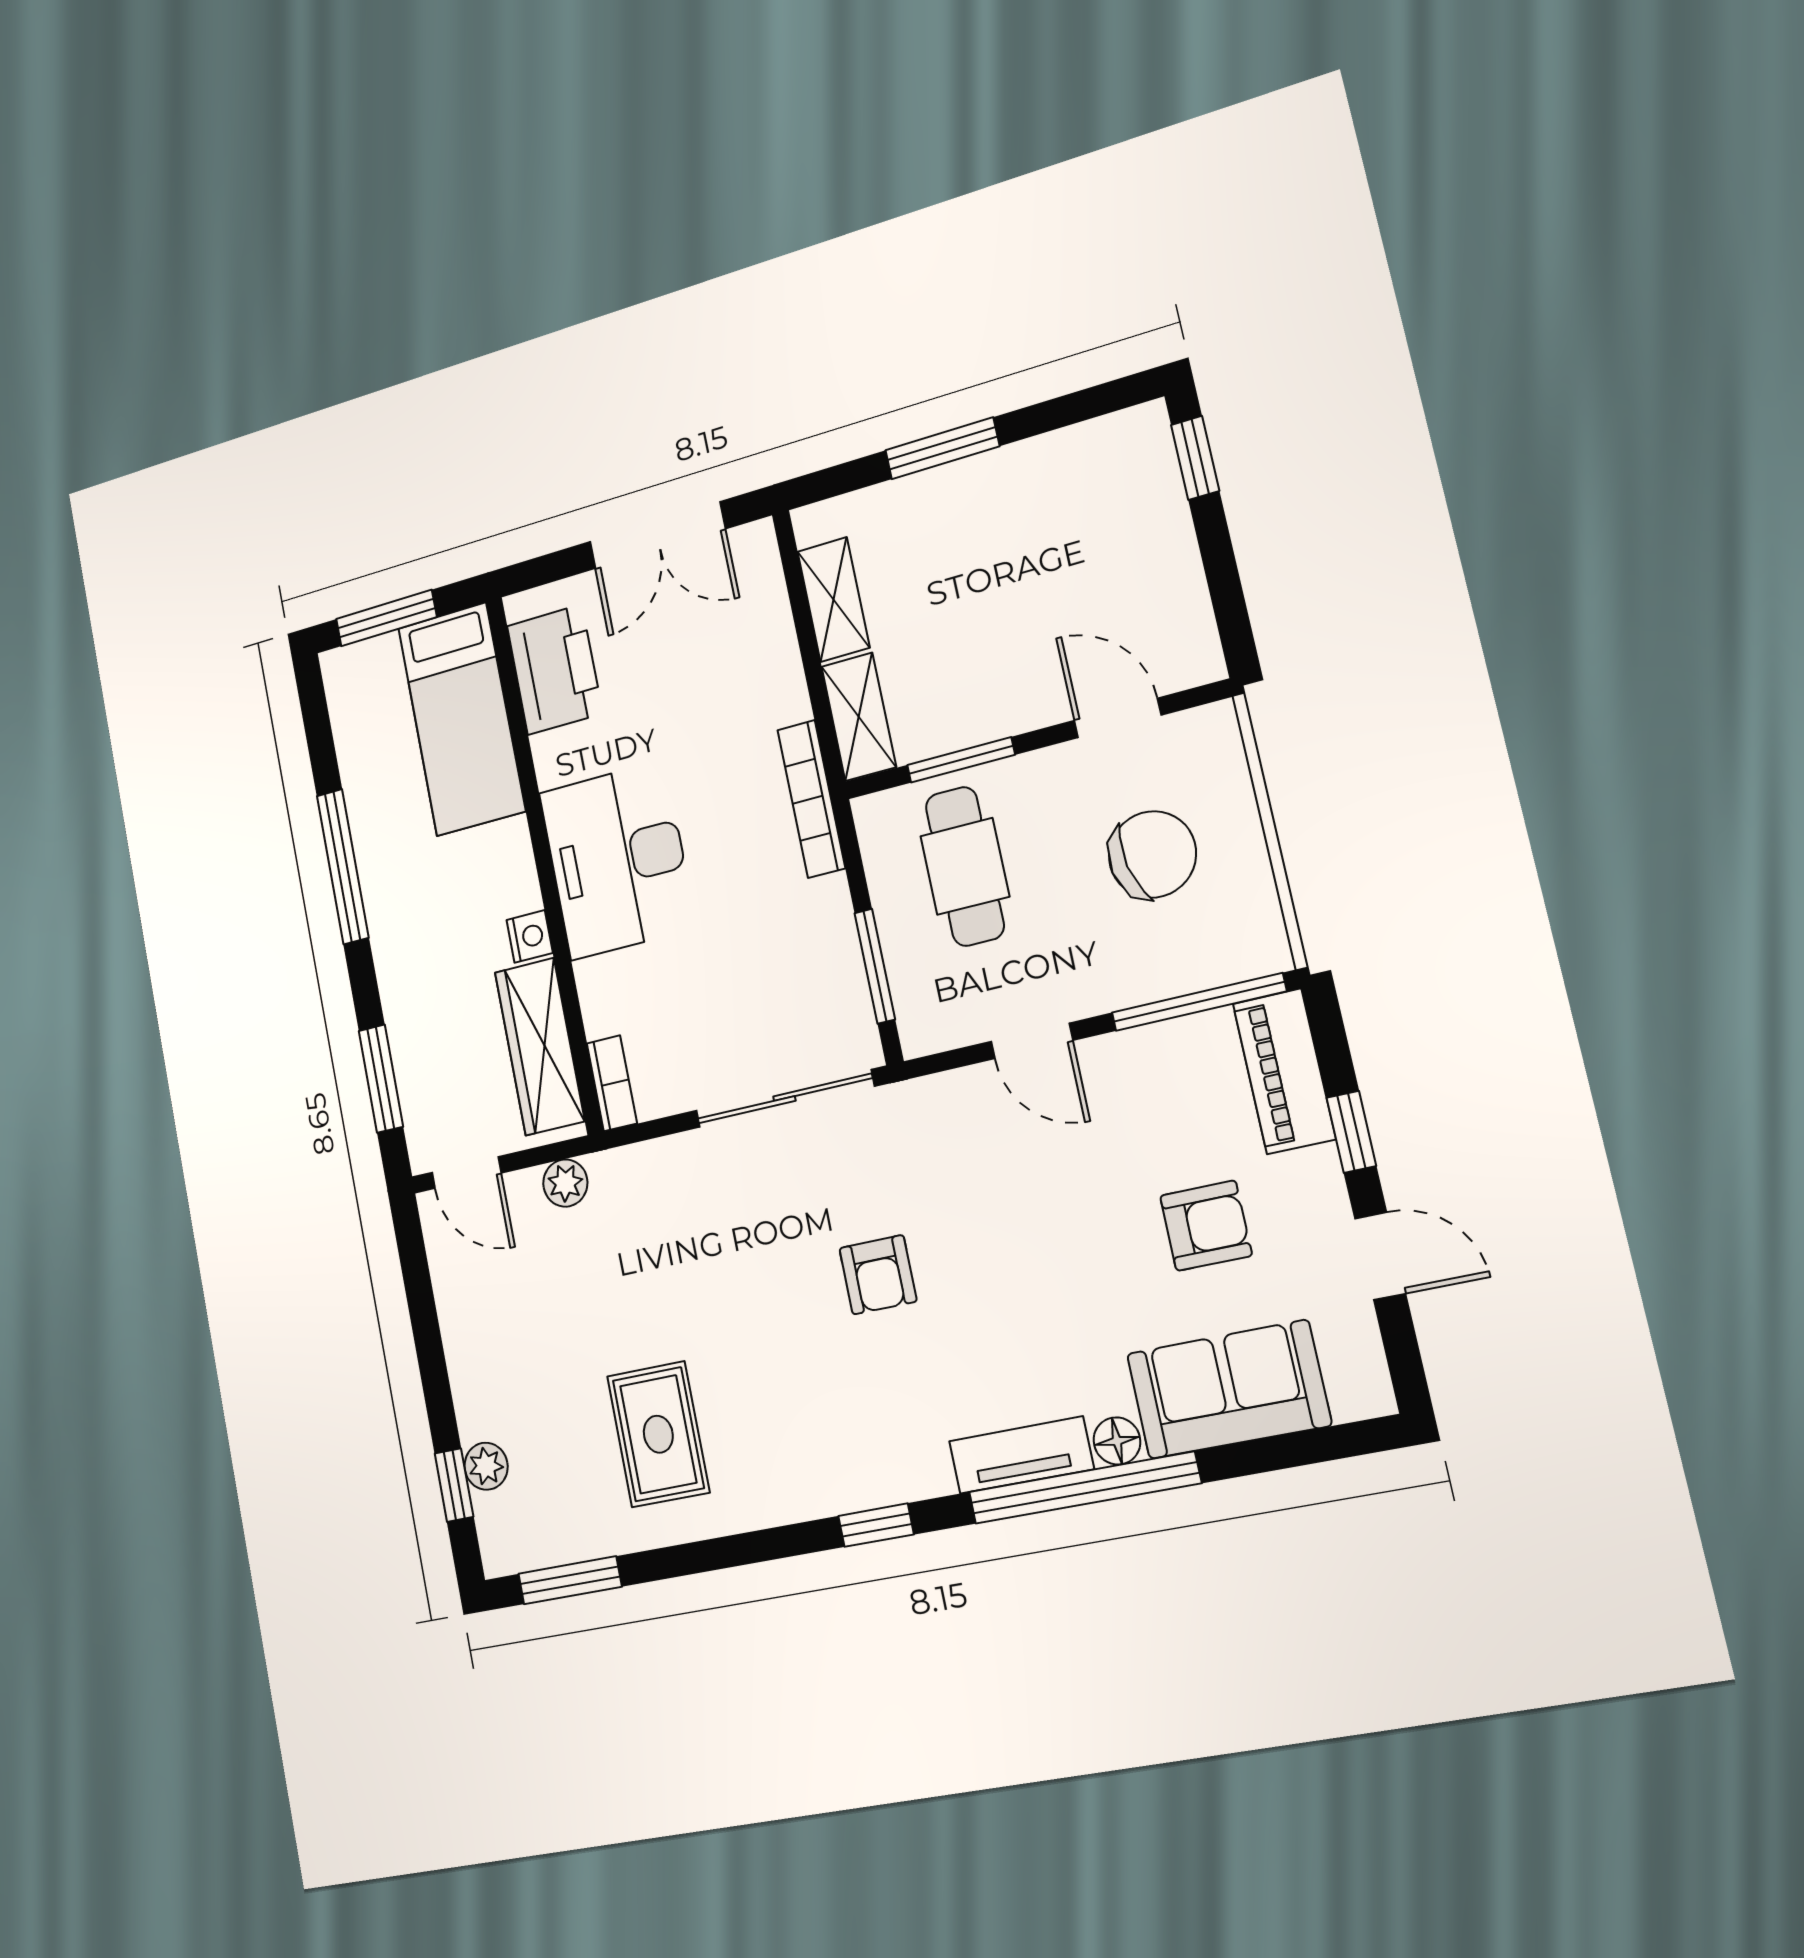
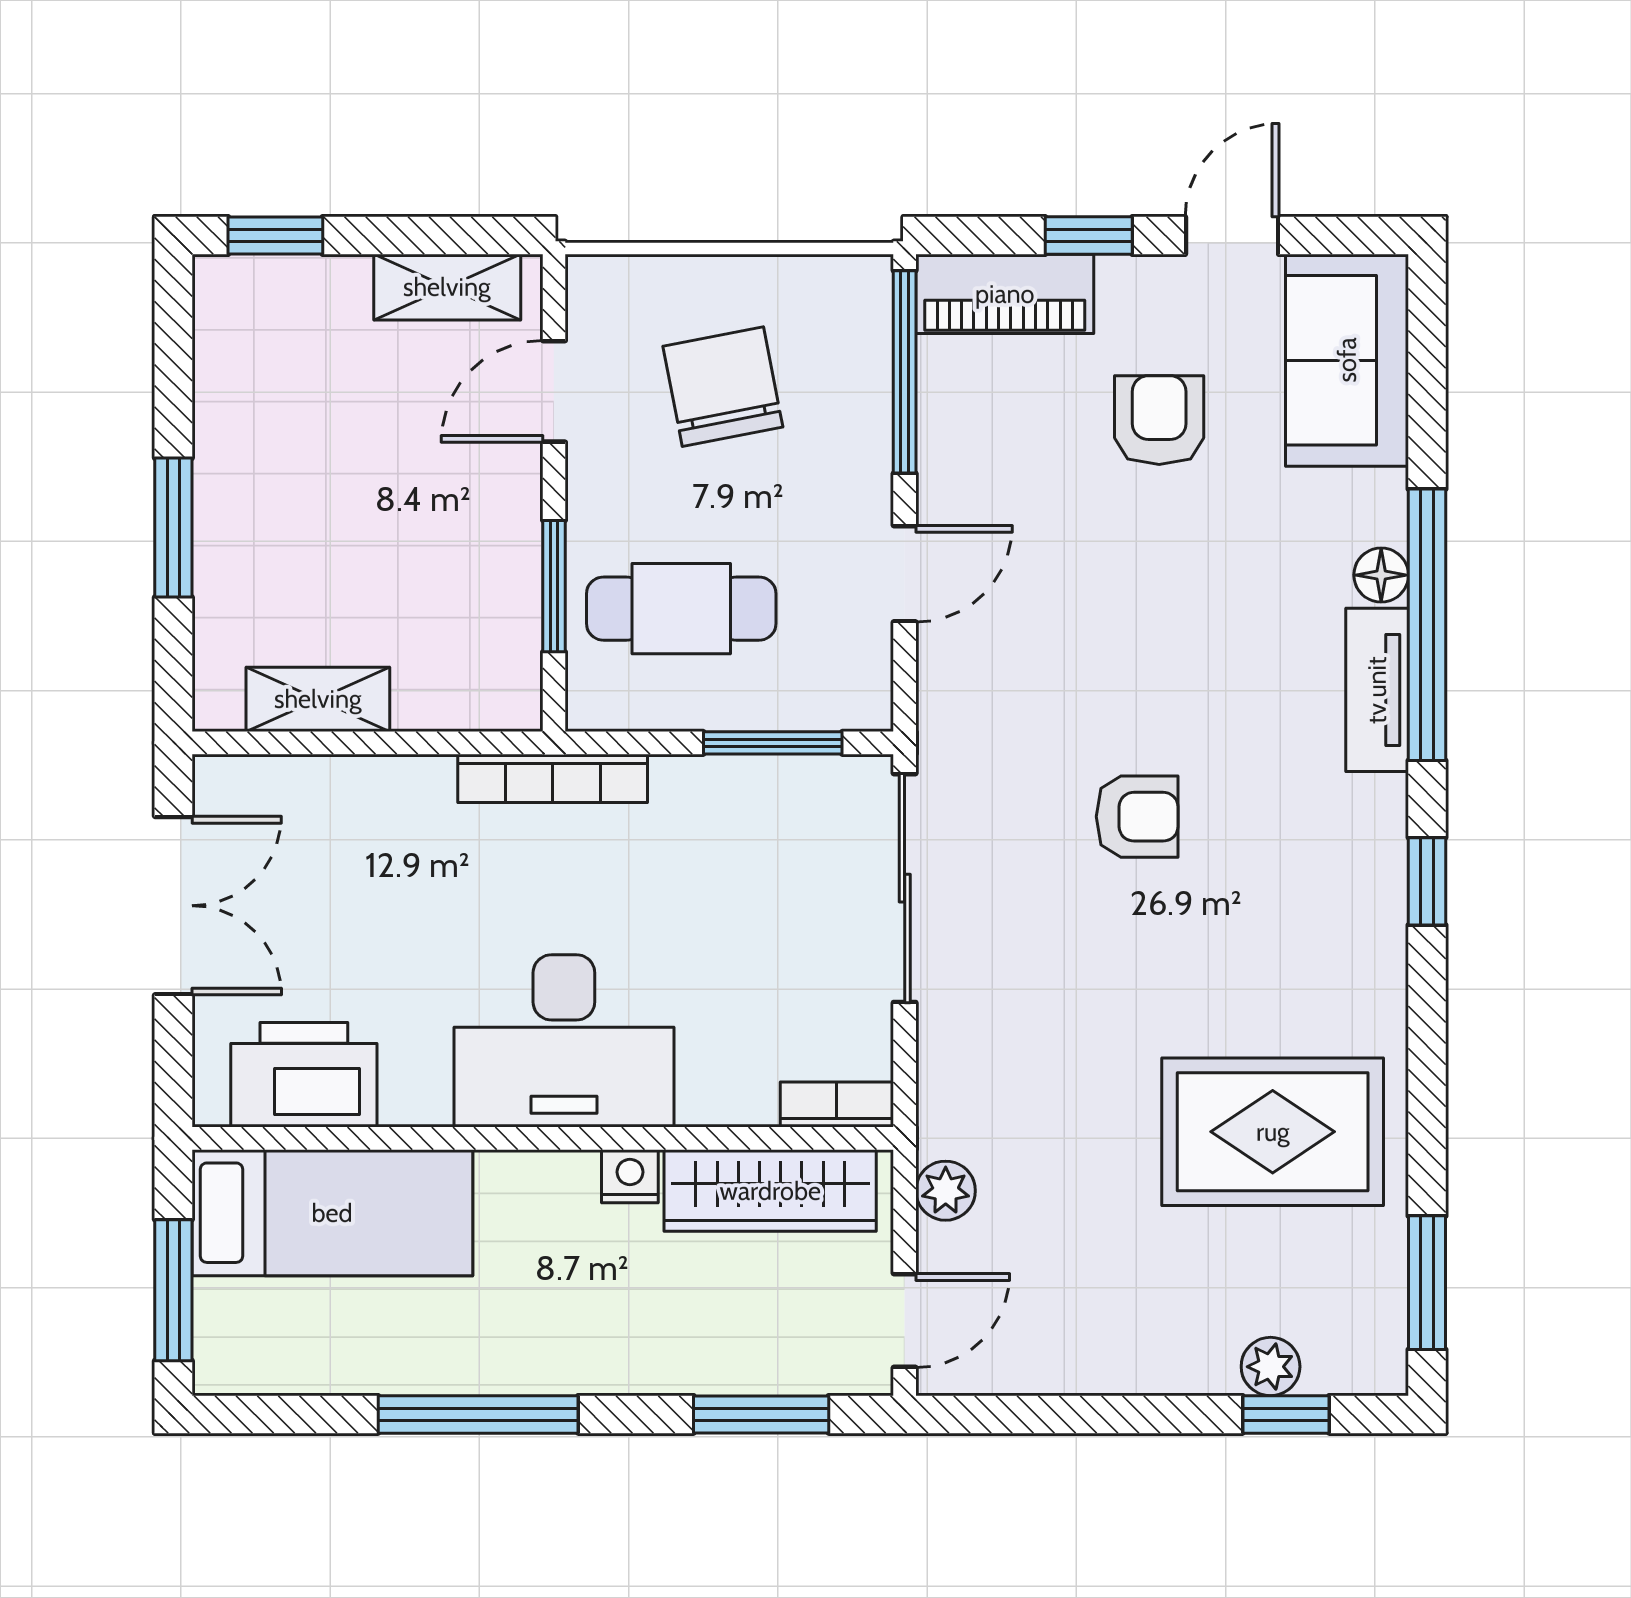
shelving: (859, 717) -> (447, 287), moved
sofa: (1228, 1389) -> (1347, 360), moved
rug: (658, 1434) -> (1273, 1132), width x1.36, depth x1.43

